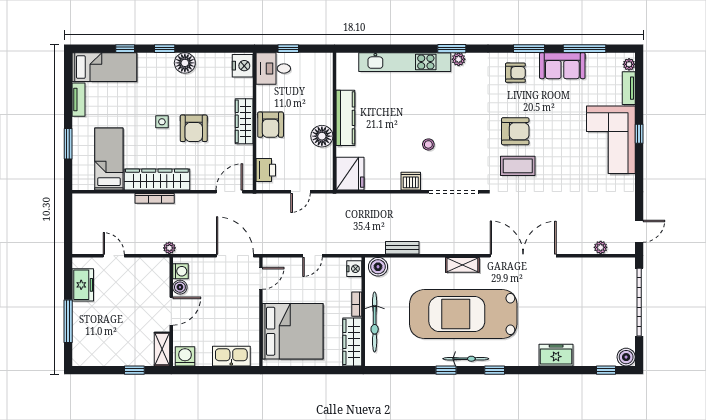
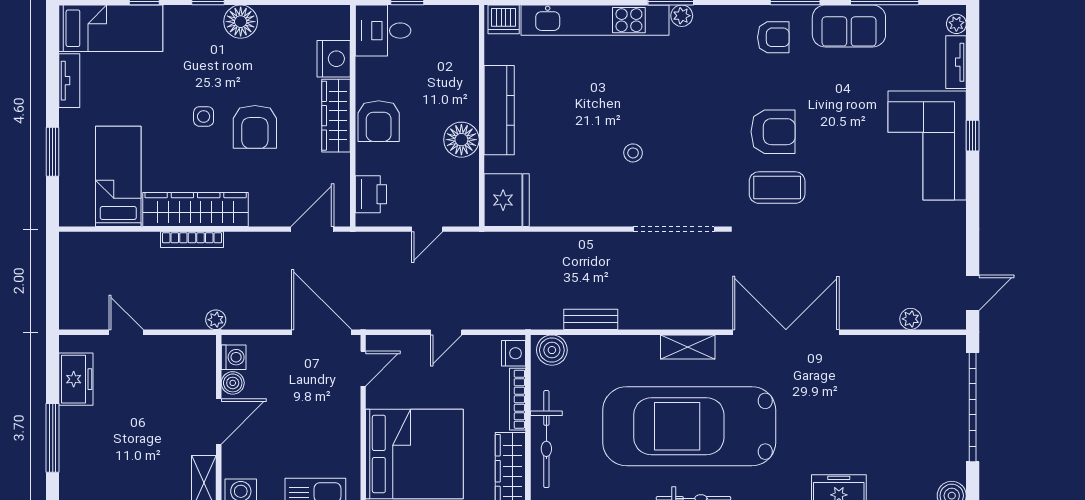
nightstand: (243, 66) -> (334, 59), moved
dishwasher: (411, 181) -> (504, 19), moved, turned 180
bookcase: (357, 304) -> (518, 399), width x1.56

